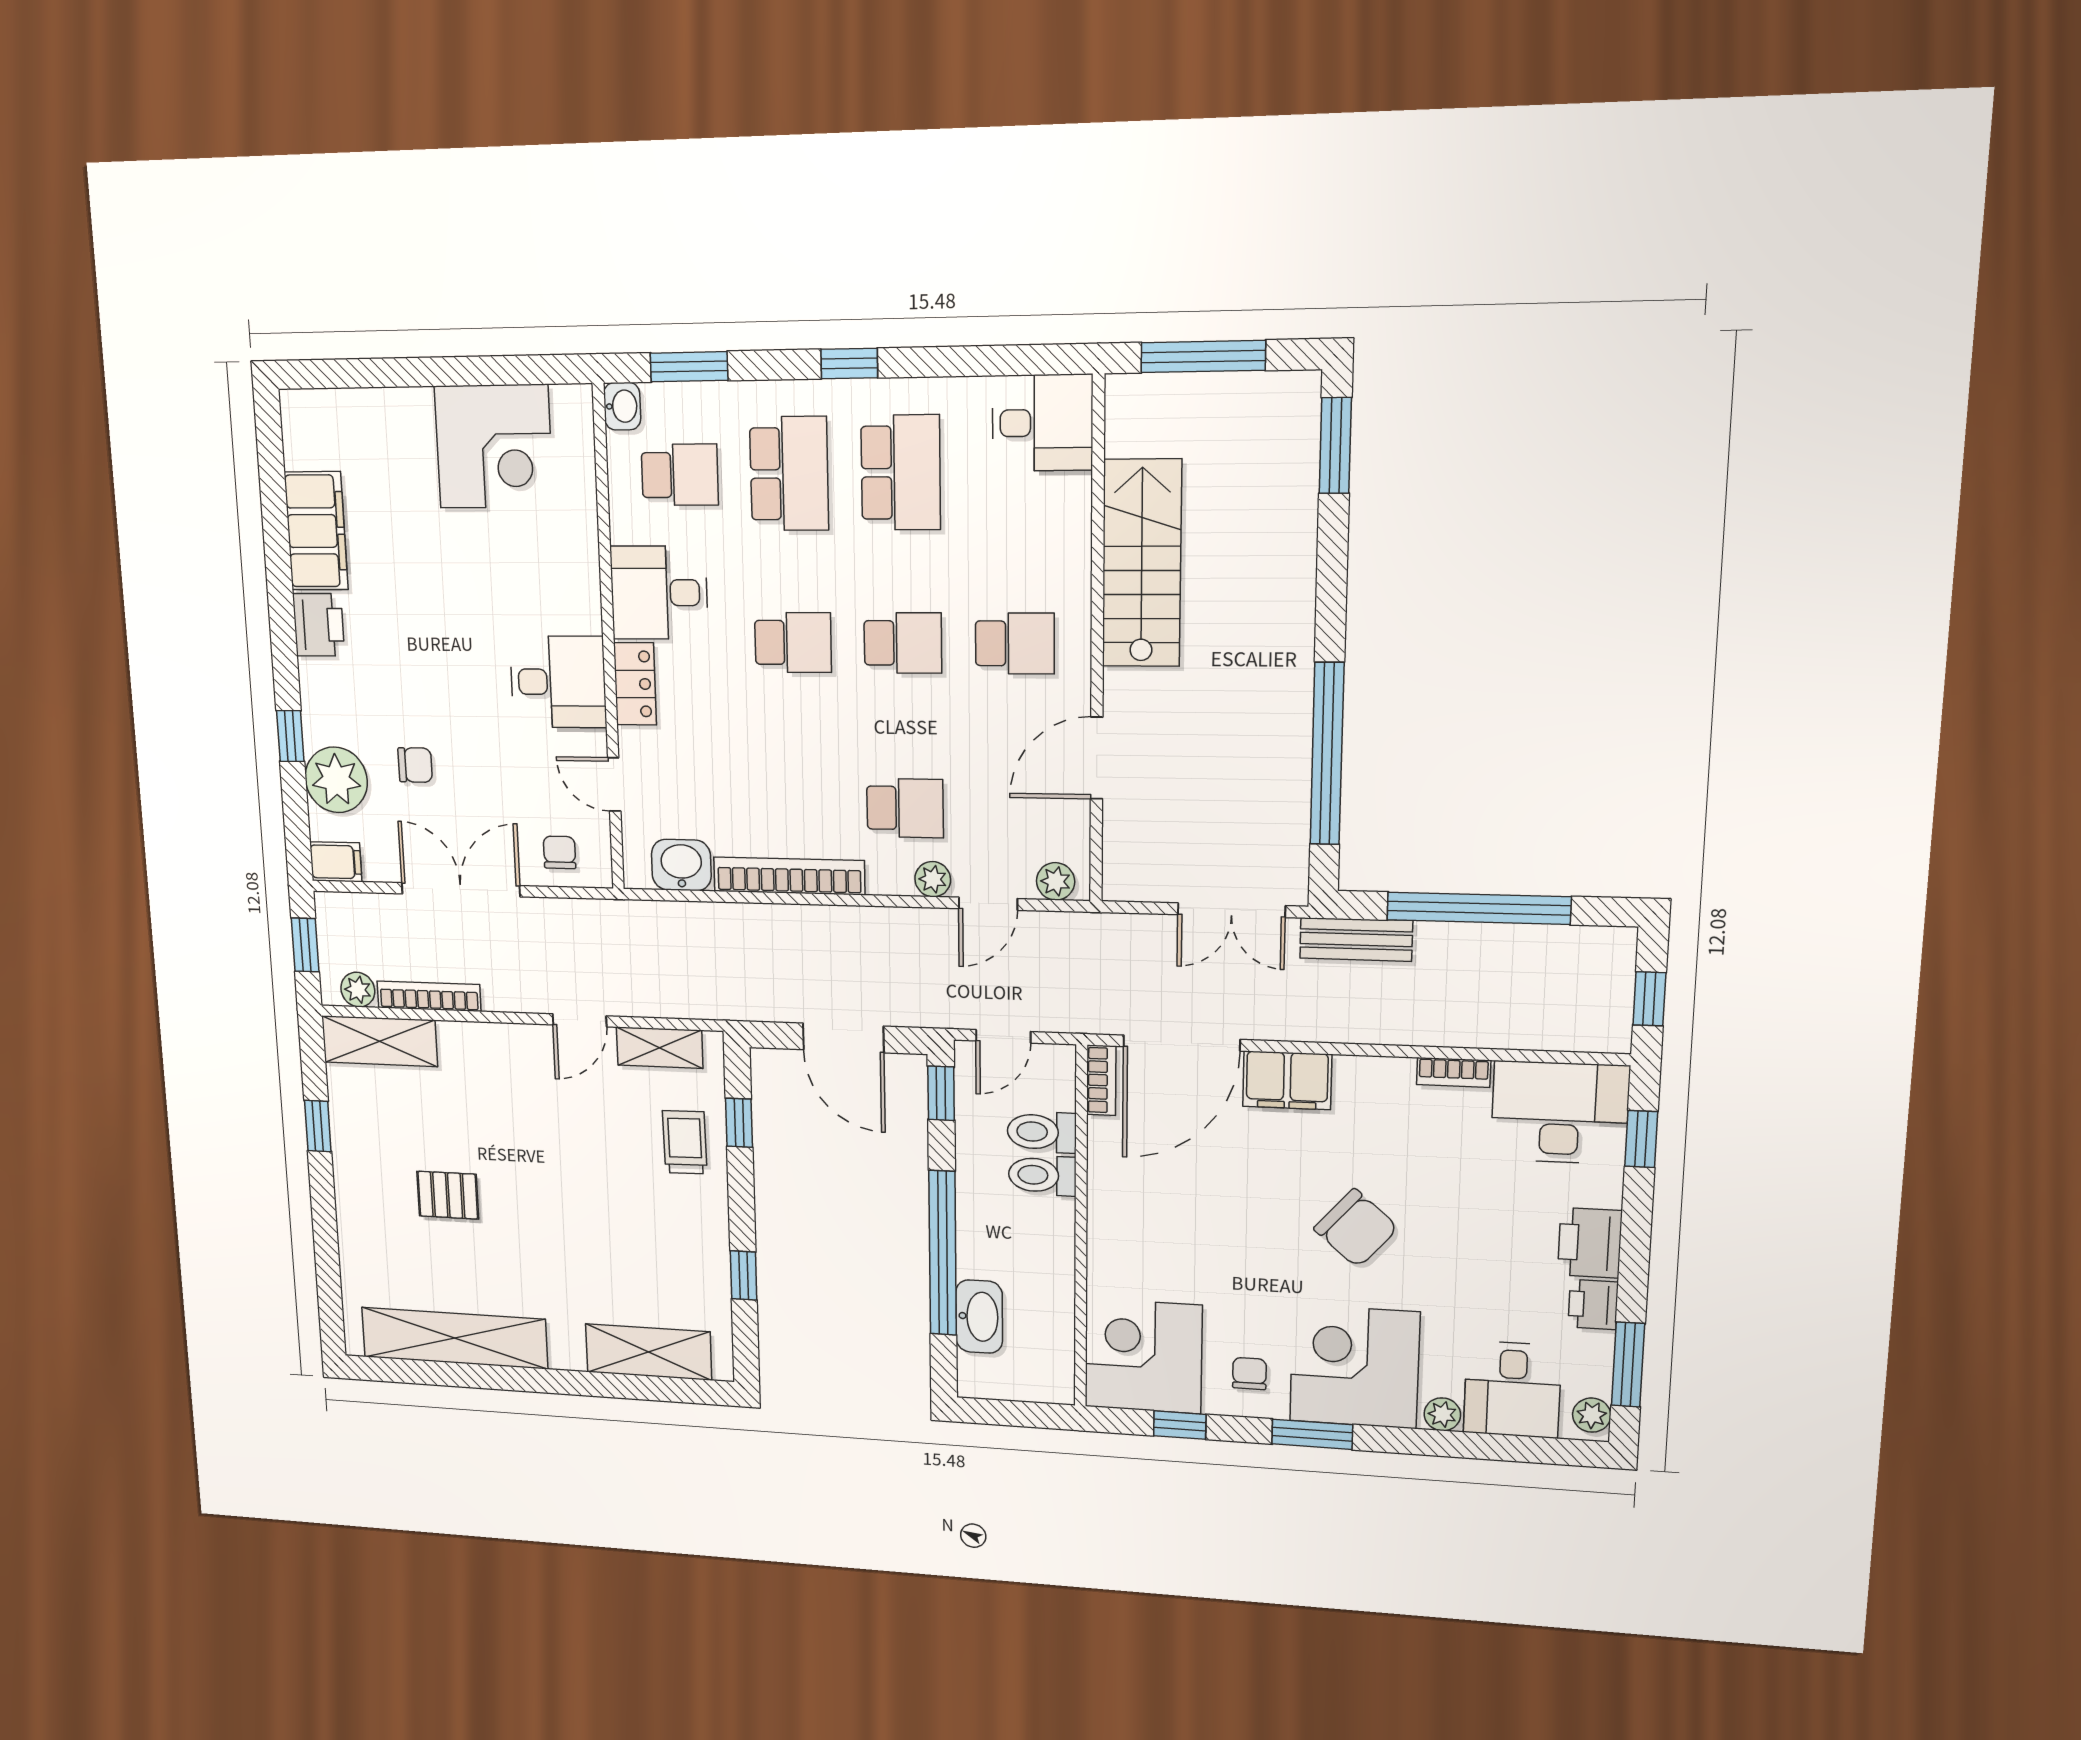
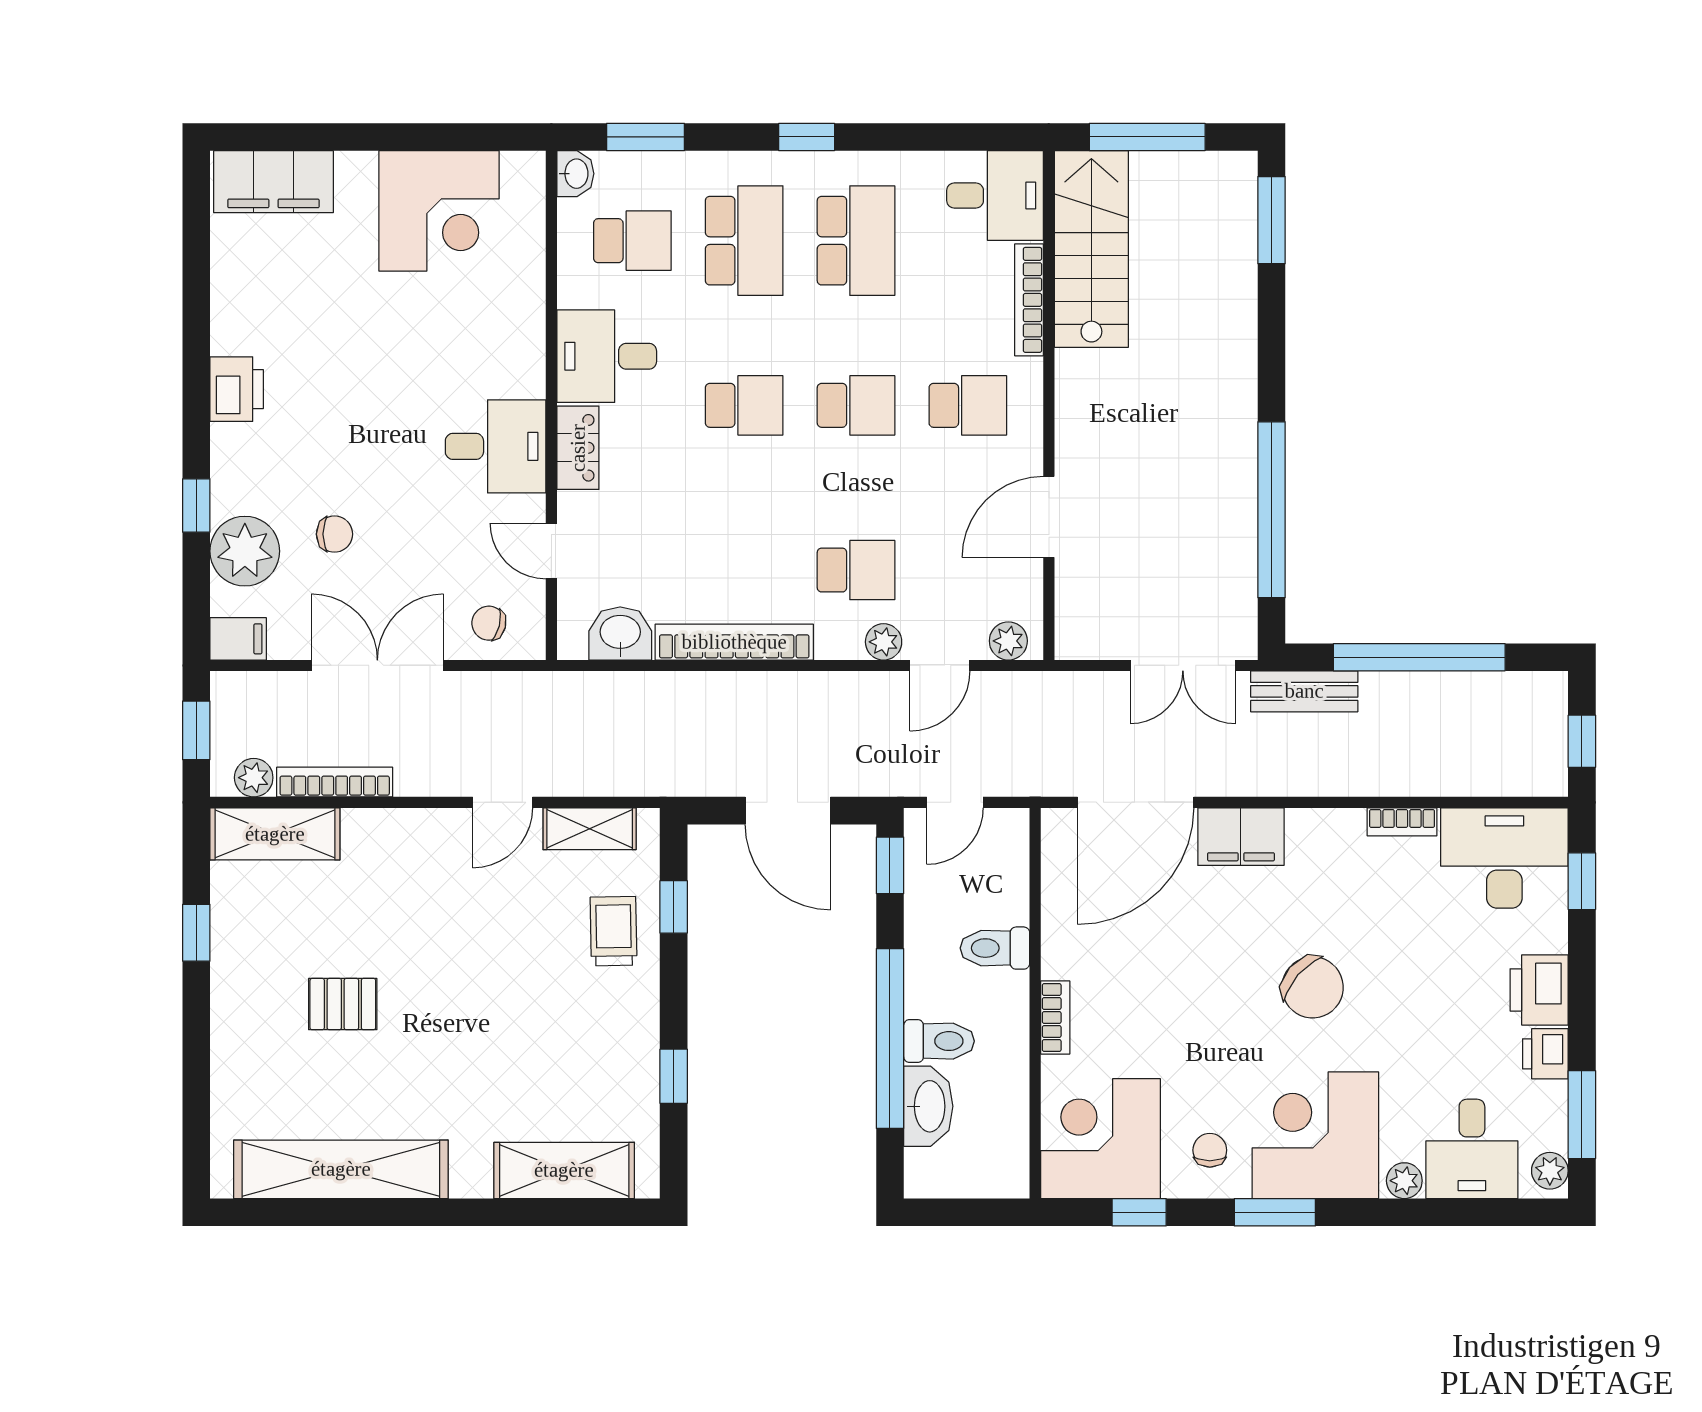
filing cabinet: (316, 531) -> (273, 182), moved, turned 90
bookcase: (1077, 534) -> (1029, 300), added
stairs: (1142, 563) -> (1091, 249), moved
chair: (560, 852) -> (489, 623), turned -76
bookcase: (1101, 1080) -> (1055, 1017), moved
toilet: (1042, 1132) -> (939, 1041), moved, turned 180

